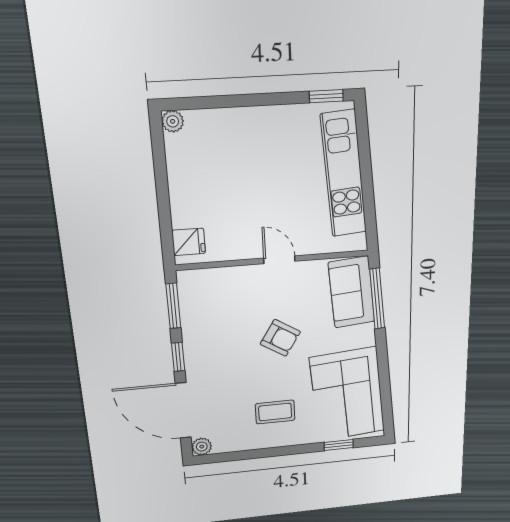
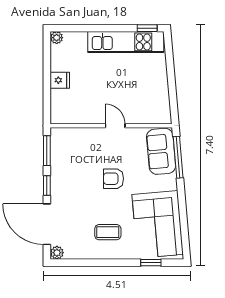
kitchen unit: (344, 174) -> (126, 42), moved, turned -85
fridge: (189, 242) -> (60, 80), moved
armchair: (280, 338) -> (114, 179), turned 148

